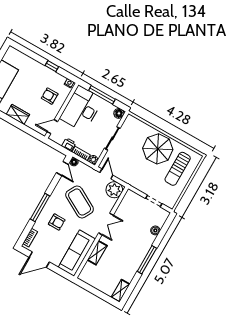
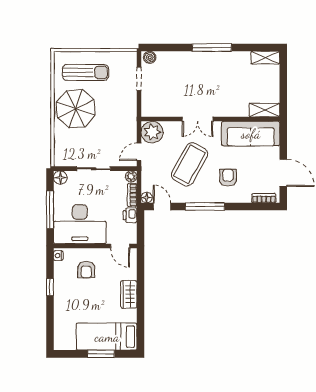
door: (62, 169) -> (162, 207), hinge flipped
window: (40, 207) -> (205, 207), moved
double door: (106, 224) -> (198, 119), swing flipped
boiler: (155, 230) -> (150, 57), moved
shelving: (97, 253) -> (264, 110), moved

